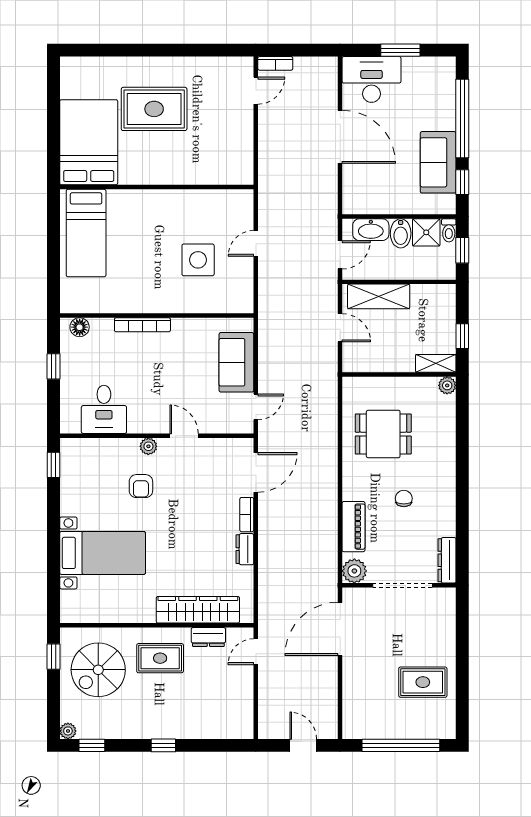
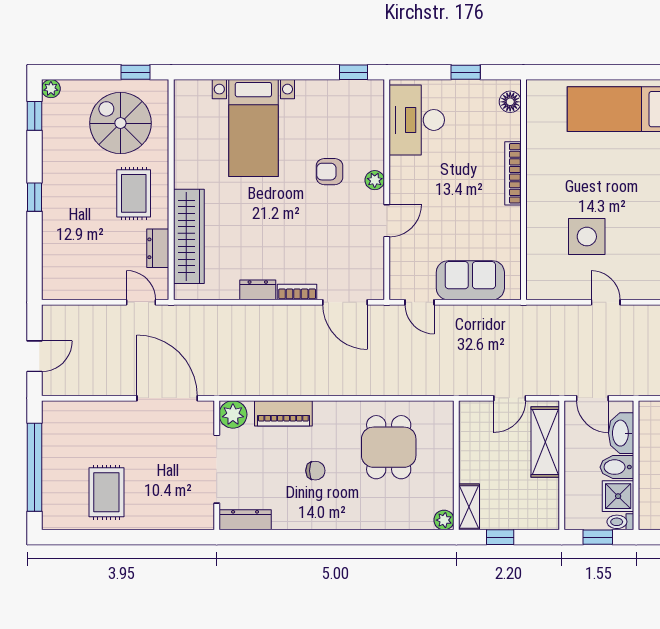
desk: (104, 409) -> (417, 120), width x1.37

